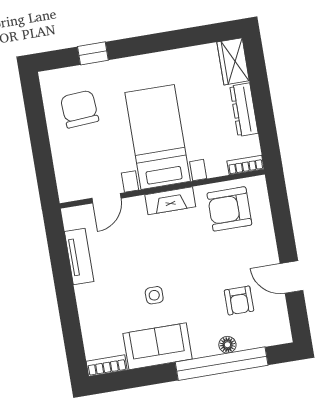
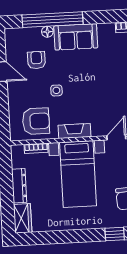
bookcase: (245, 165) -> (36, 148), moved
side table: (154, 295) -> (56, 90), moved
sofa: (158, 346) -> (76, 37), moved

